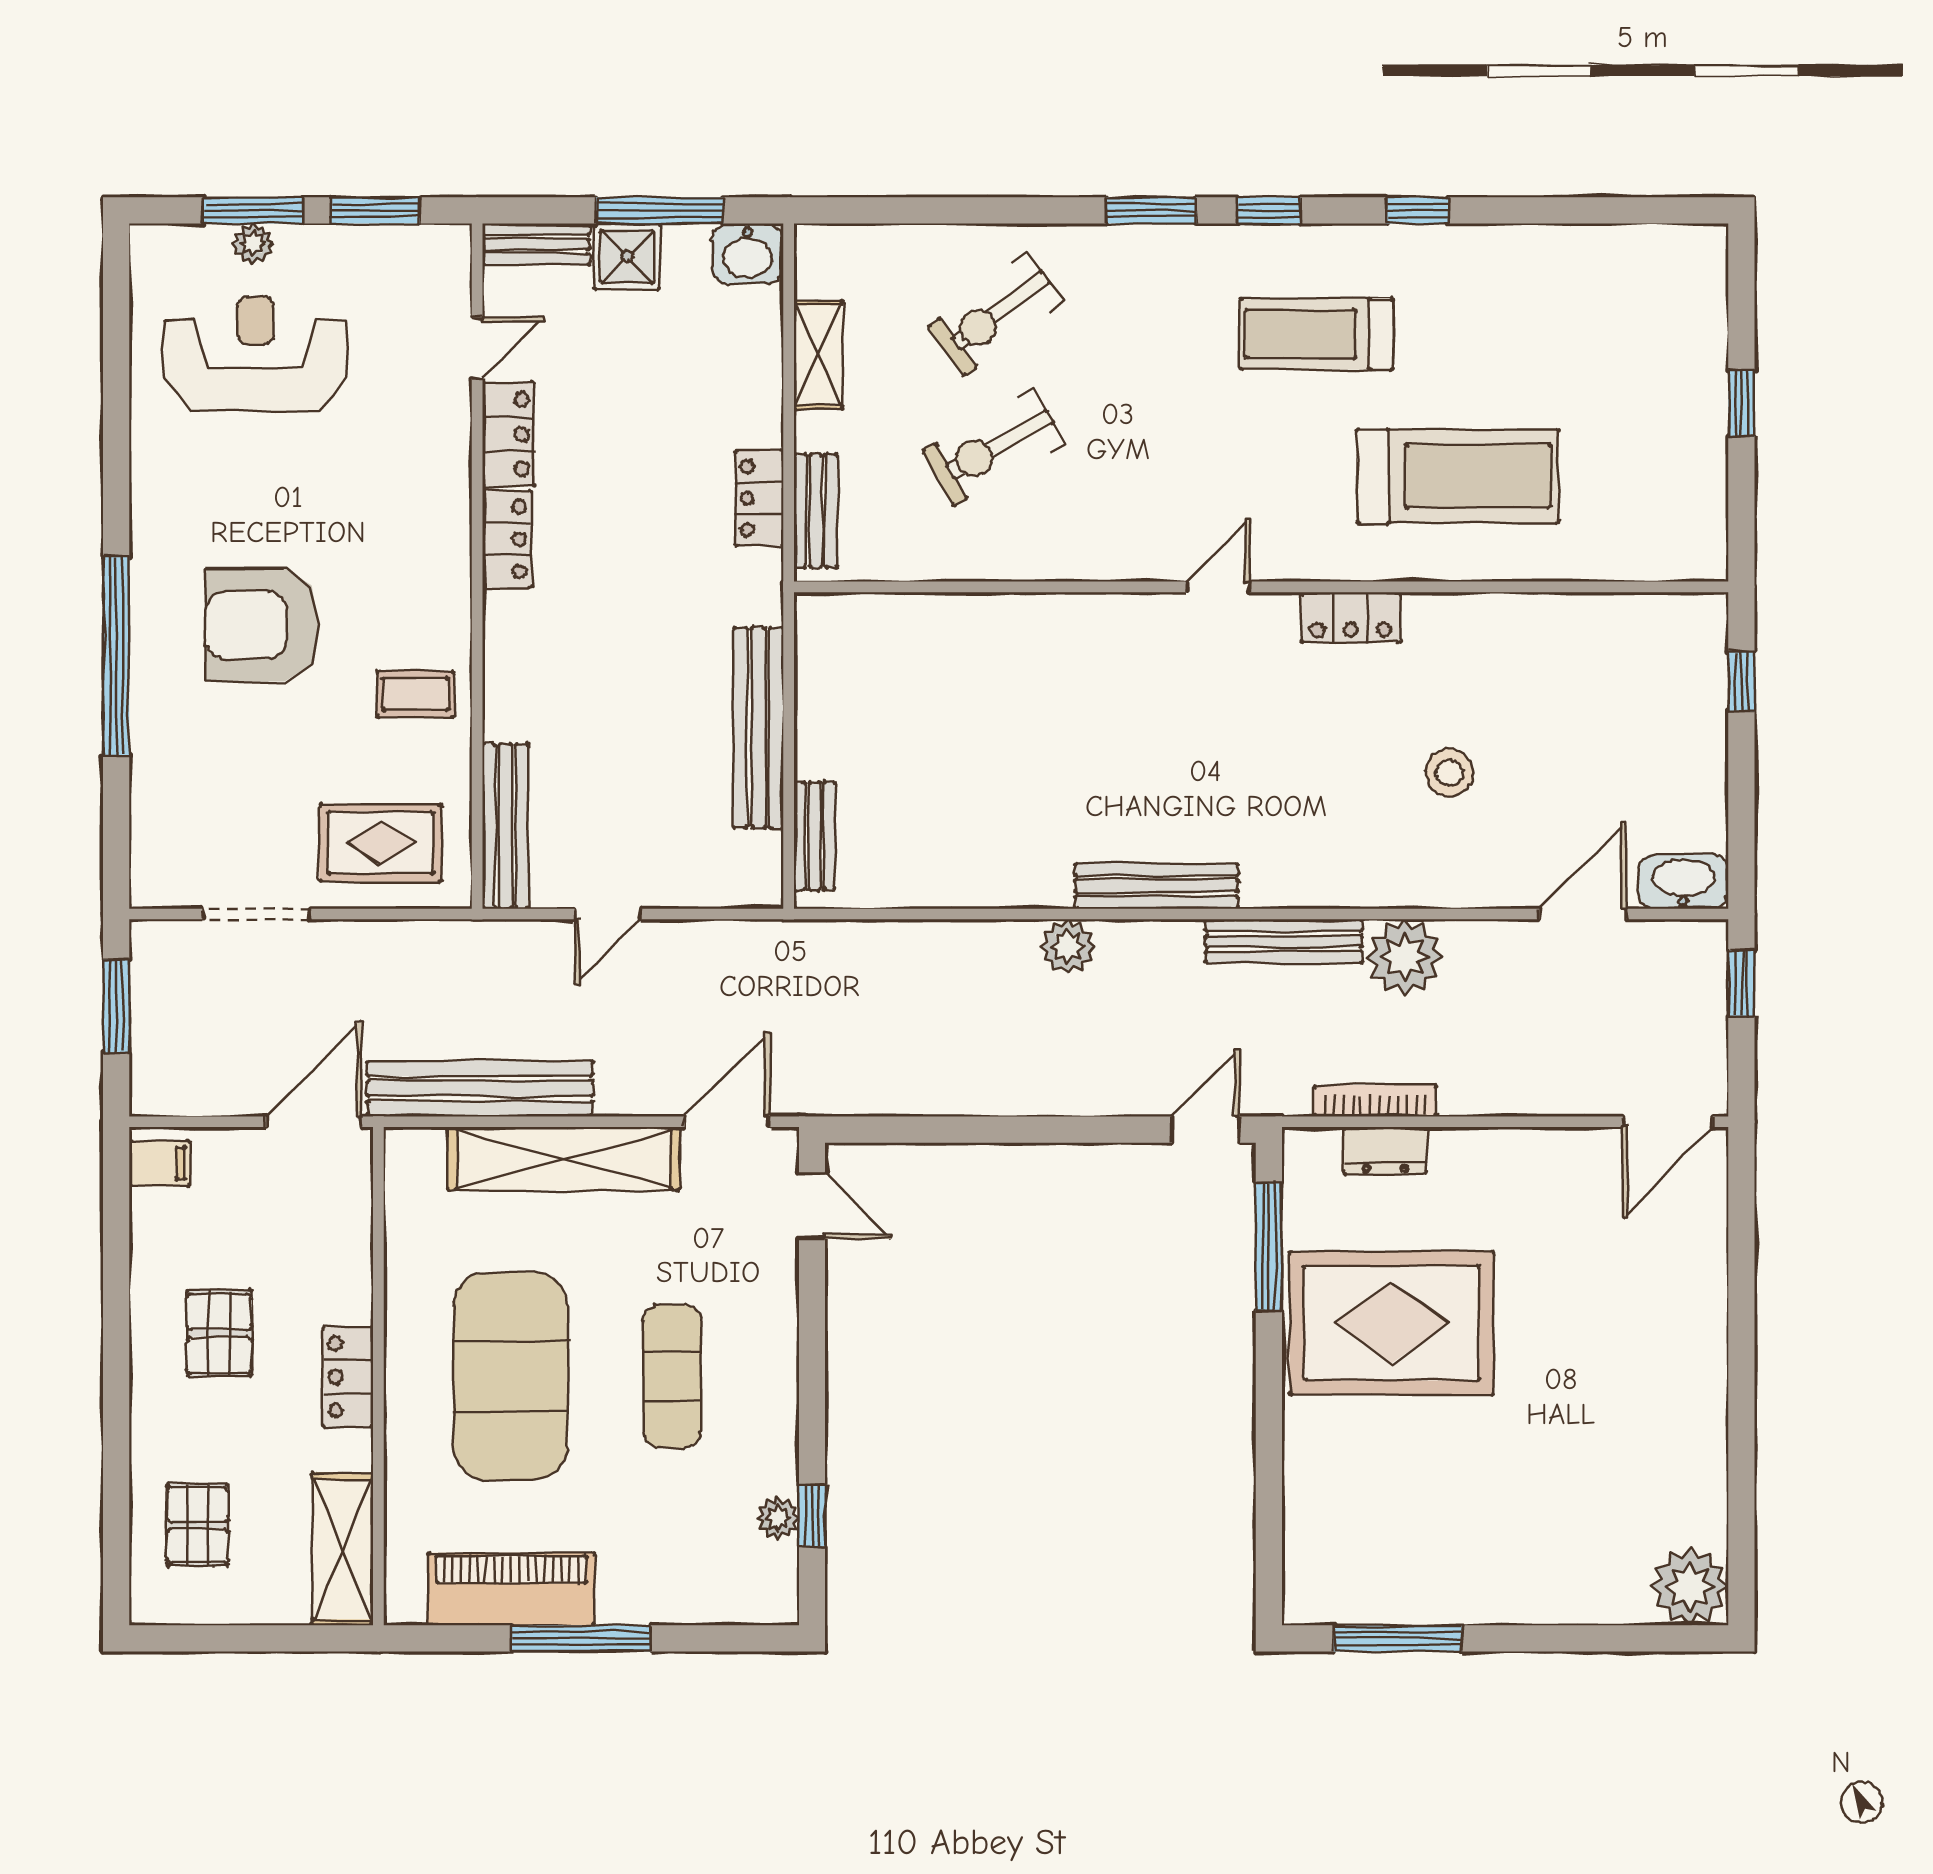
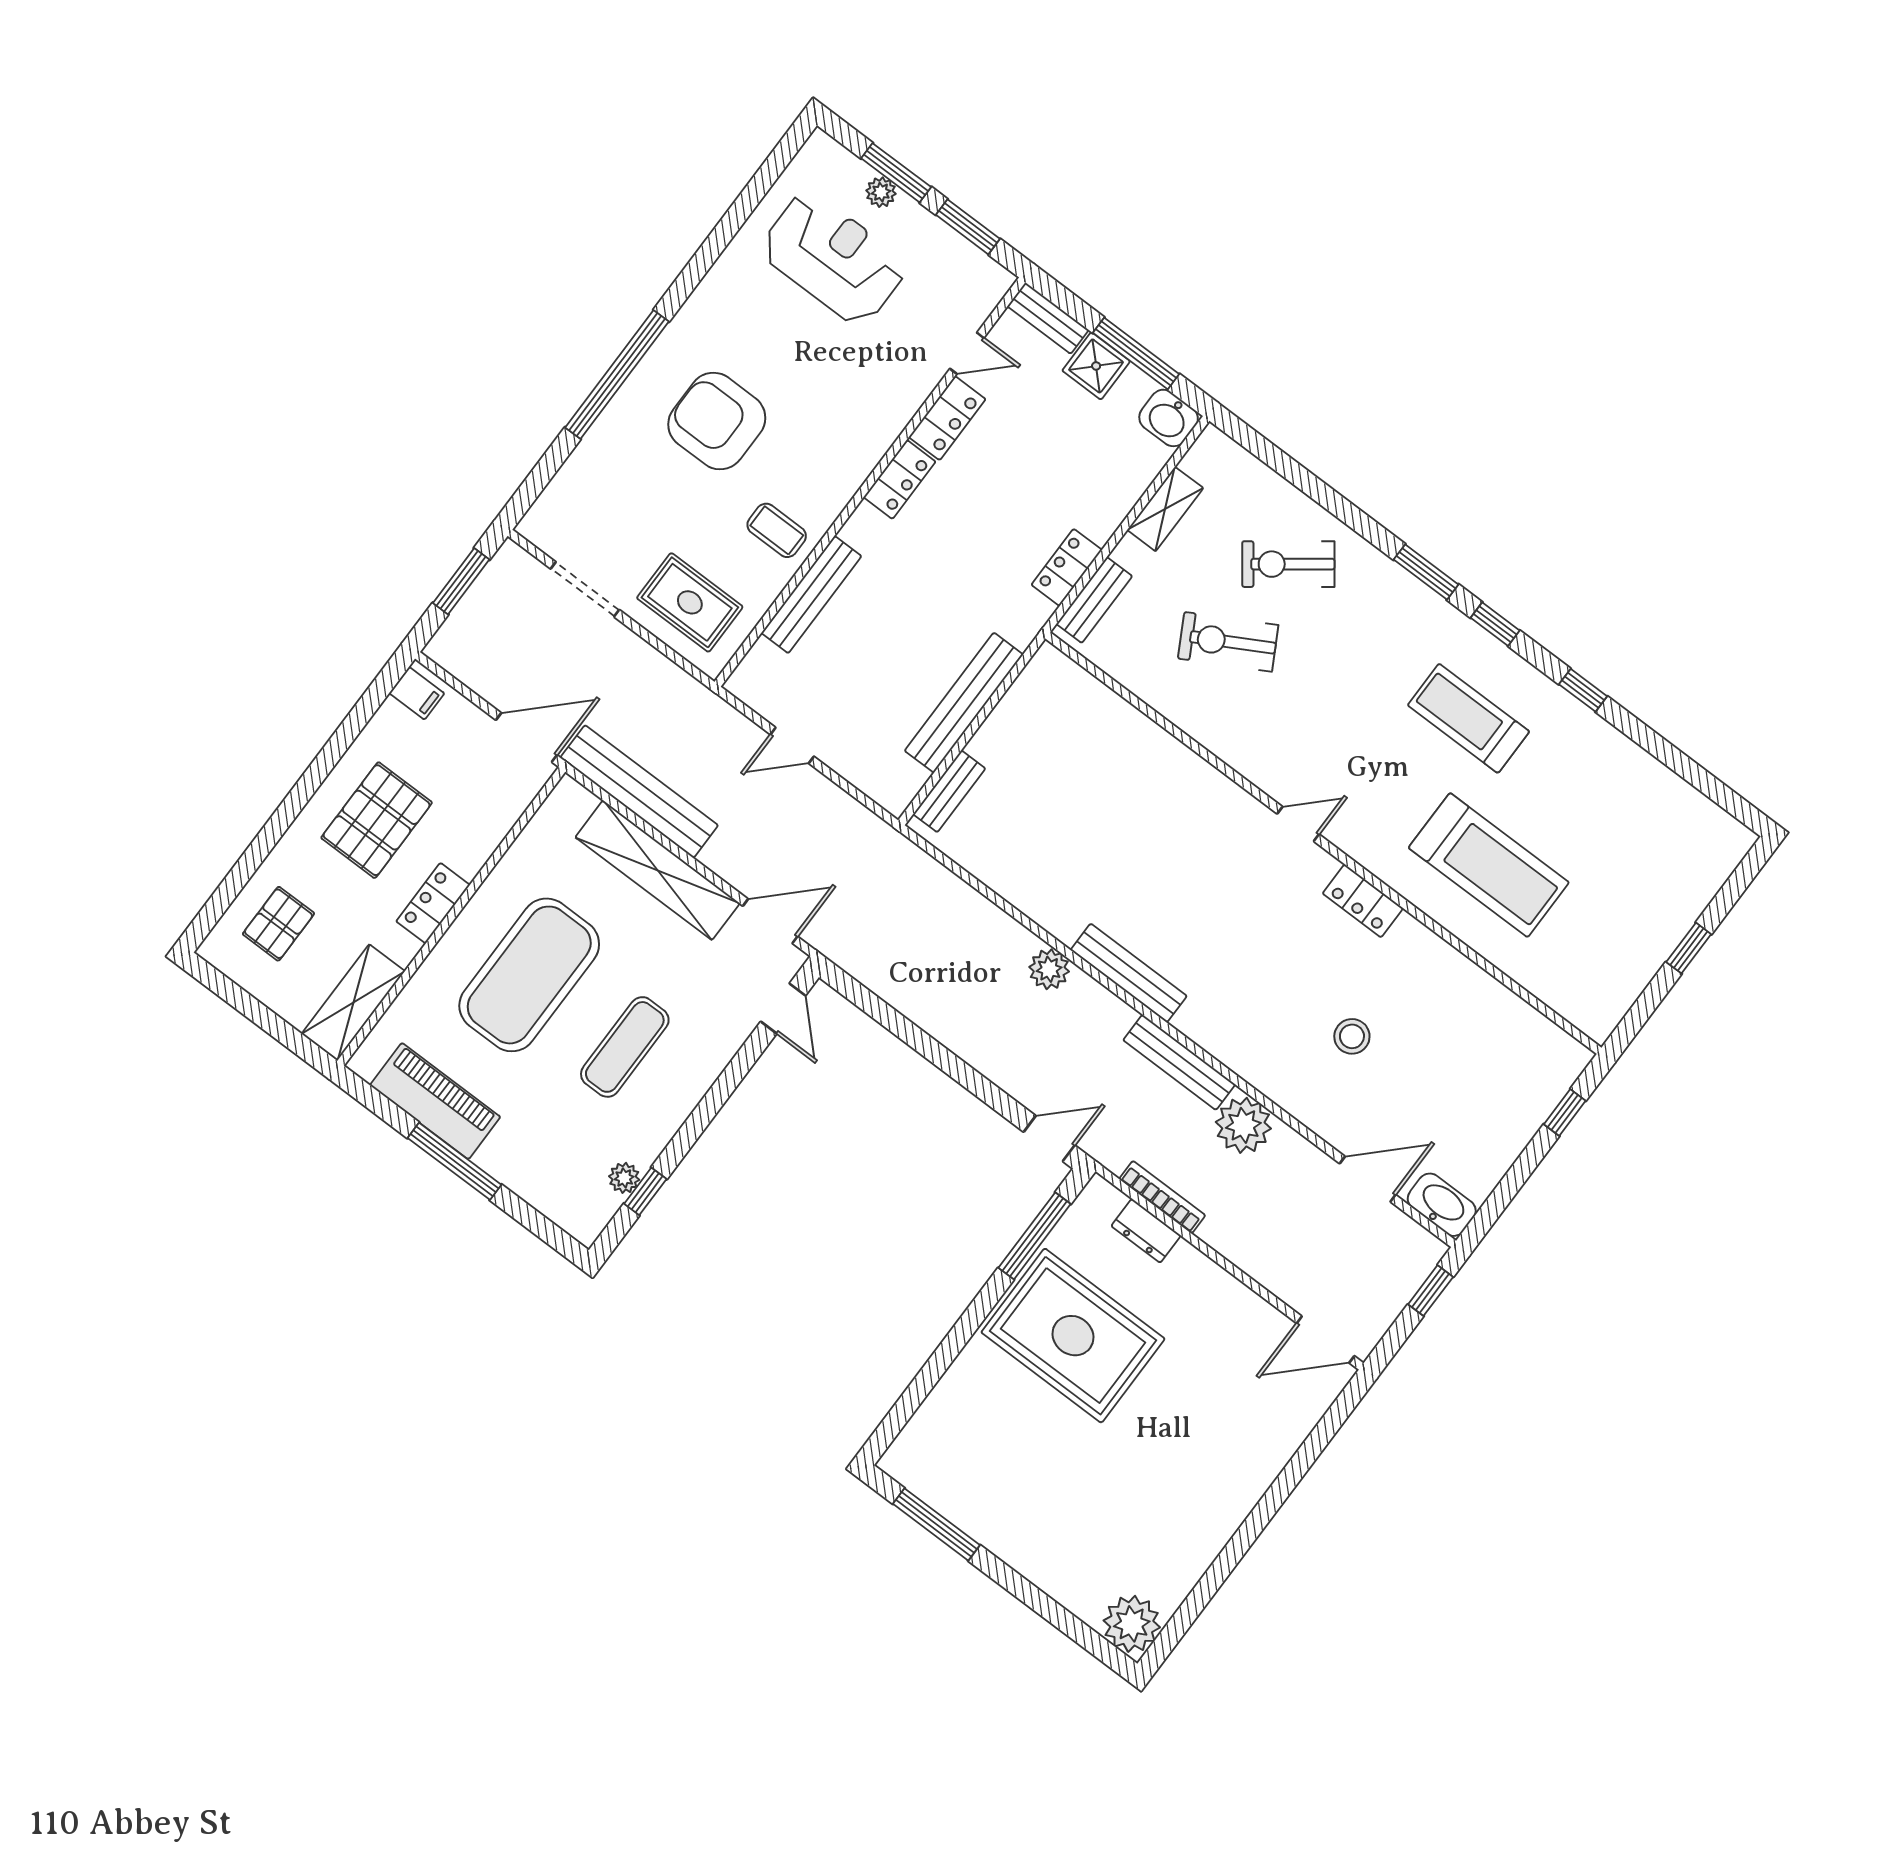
bench: (505, 826) -> (811, 595), moved
pallet: (219, 1333) -> (377, 820), width x1.50, depth x1.42

